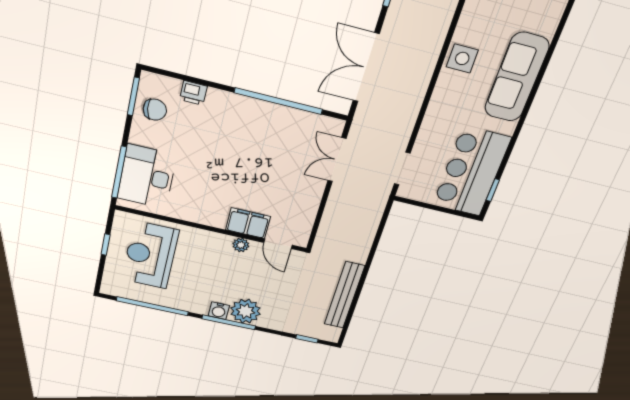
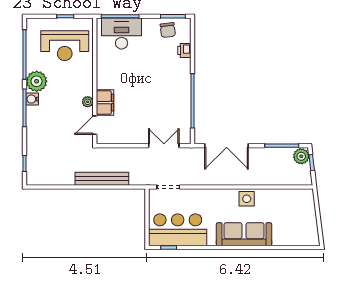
double door: (366, 68) -> (227, 146), swing flipped
reception desk: (150, 255) -> (65, 46), turned 180
bench: (344, 295) -> (102, 179), moved
plant: (246, 311) -> (37, 81), moved

